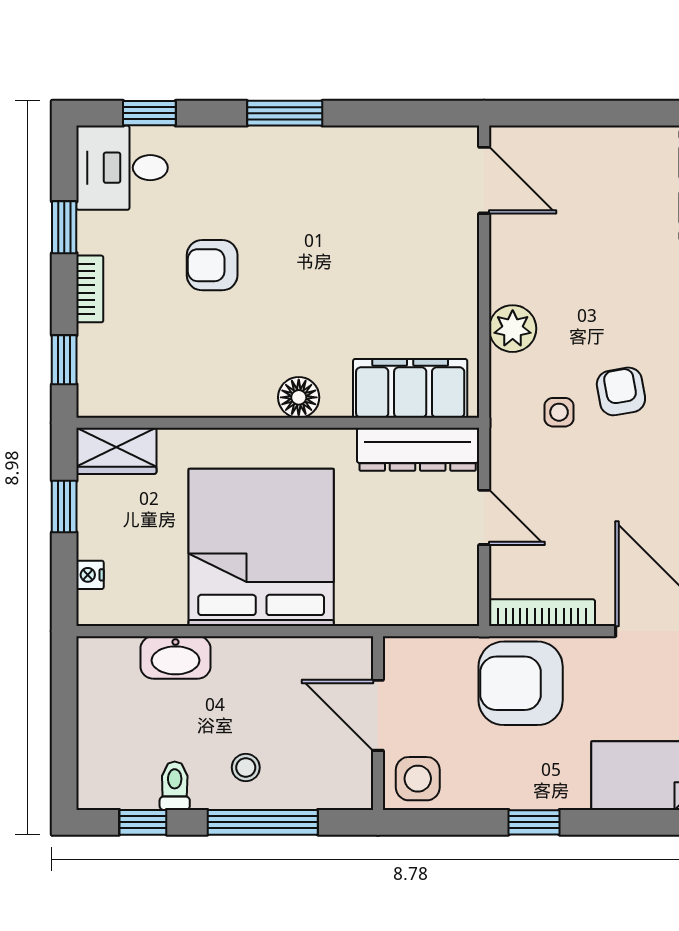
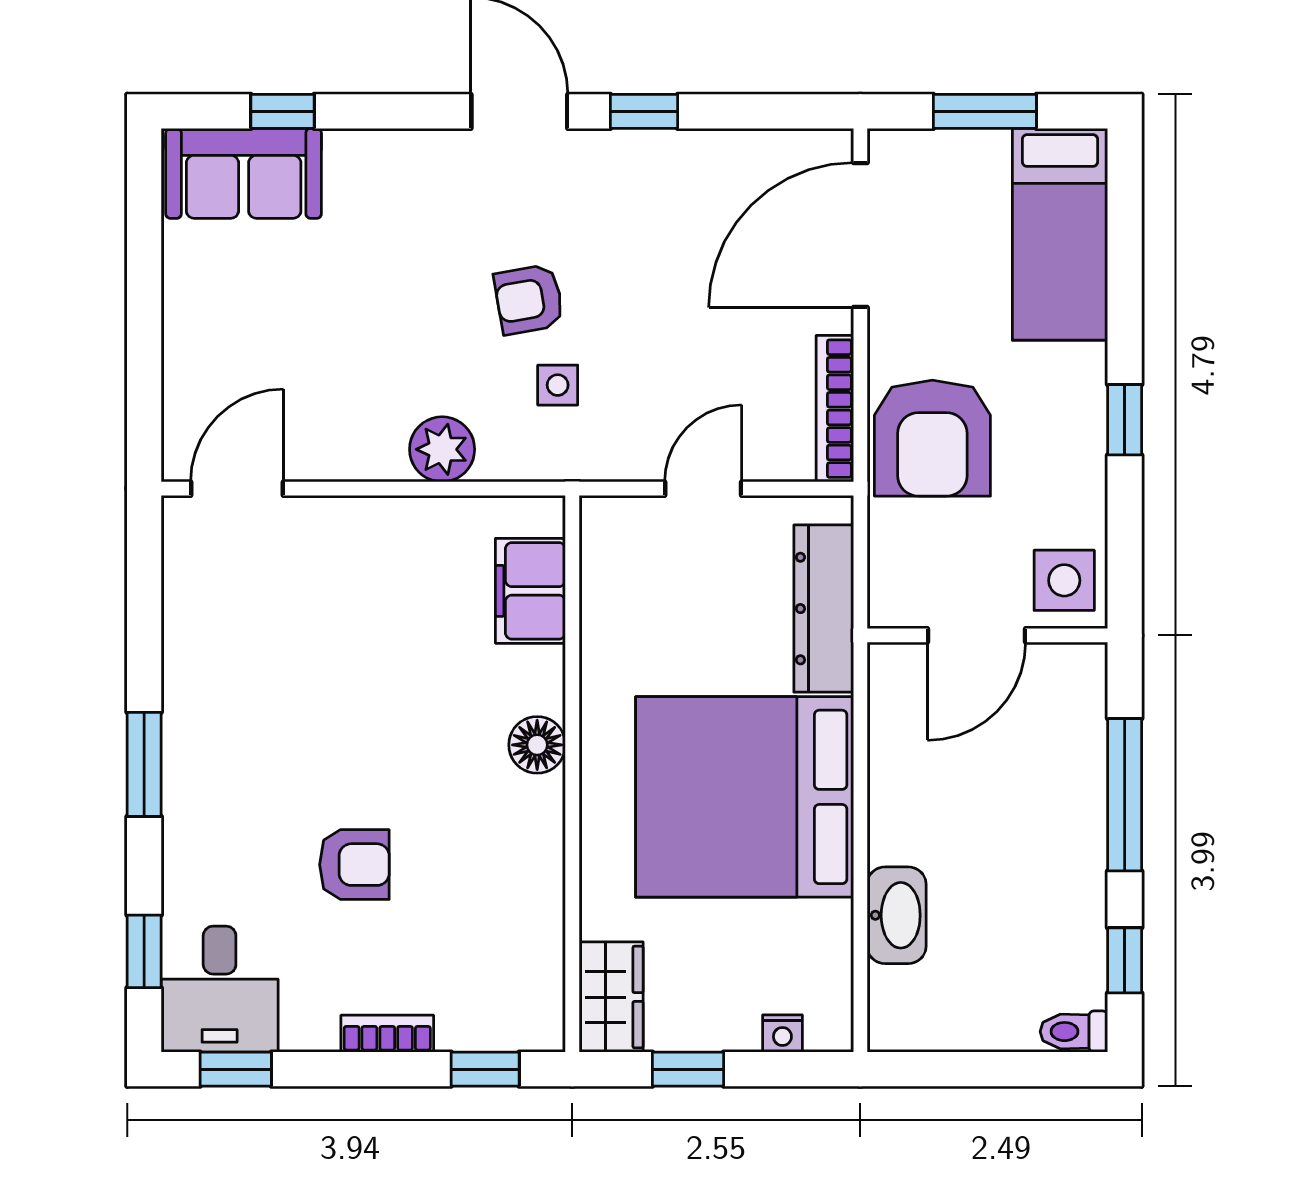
window: (64, 227) -> (236, 1069), moved
armchair: (212, 265) -> (354, 865), turned -90
filing cabinet: (410, 388) -> (530, 591), width x0.67, depth x0.86
dresser: (418, 449) -> (824, 609), moved, turned 180
stool: (246, 767) -> (1049, 818), removed
toilet: (175, 786) -> (1074, 1032), moved

